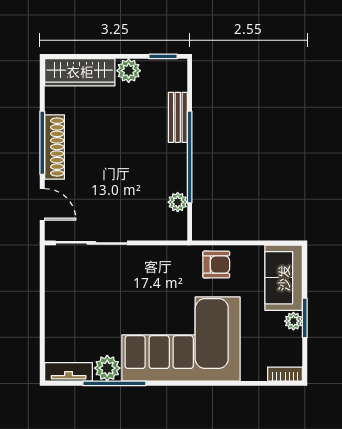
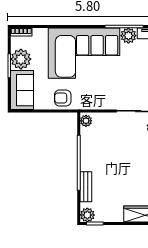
plant: (129, 71) -> (87, 215), moved
plant: (178, 202) -> (86, 121), moved
plant: (293, 321) -> (21, 59), width x1.88, depth x1.88

